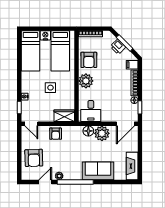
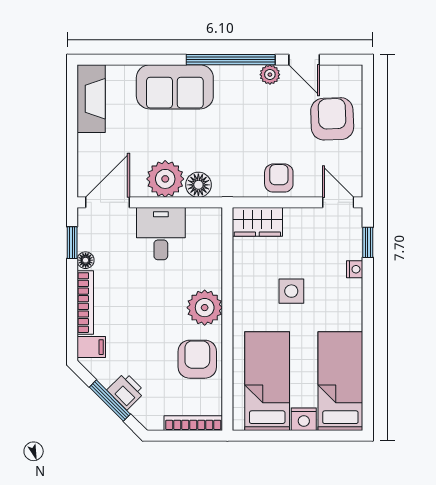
desk: (91, 111) -> (161, 234), moved
door: (45, 182) -> (304, 60), hinge flipped

